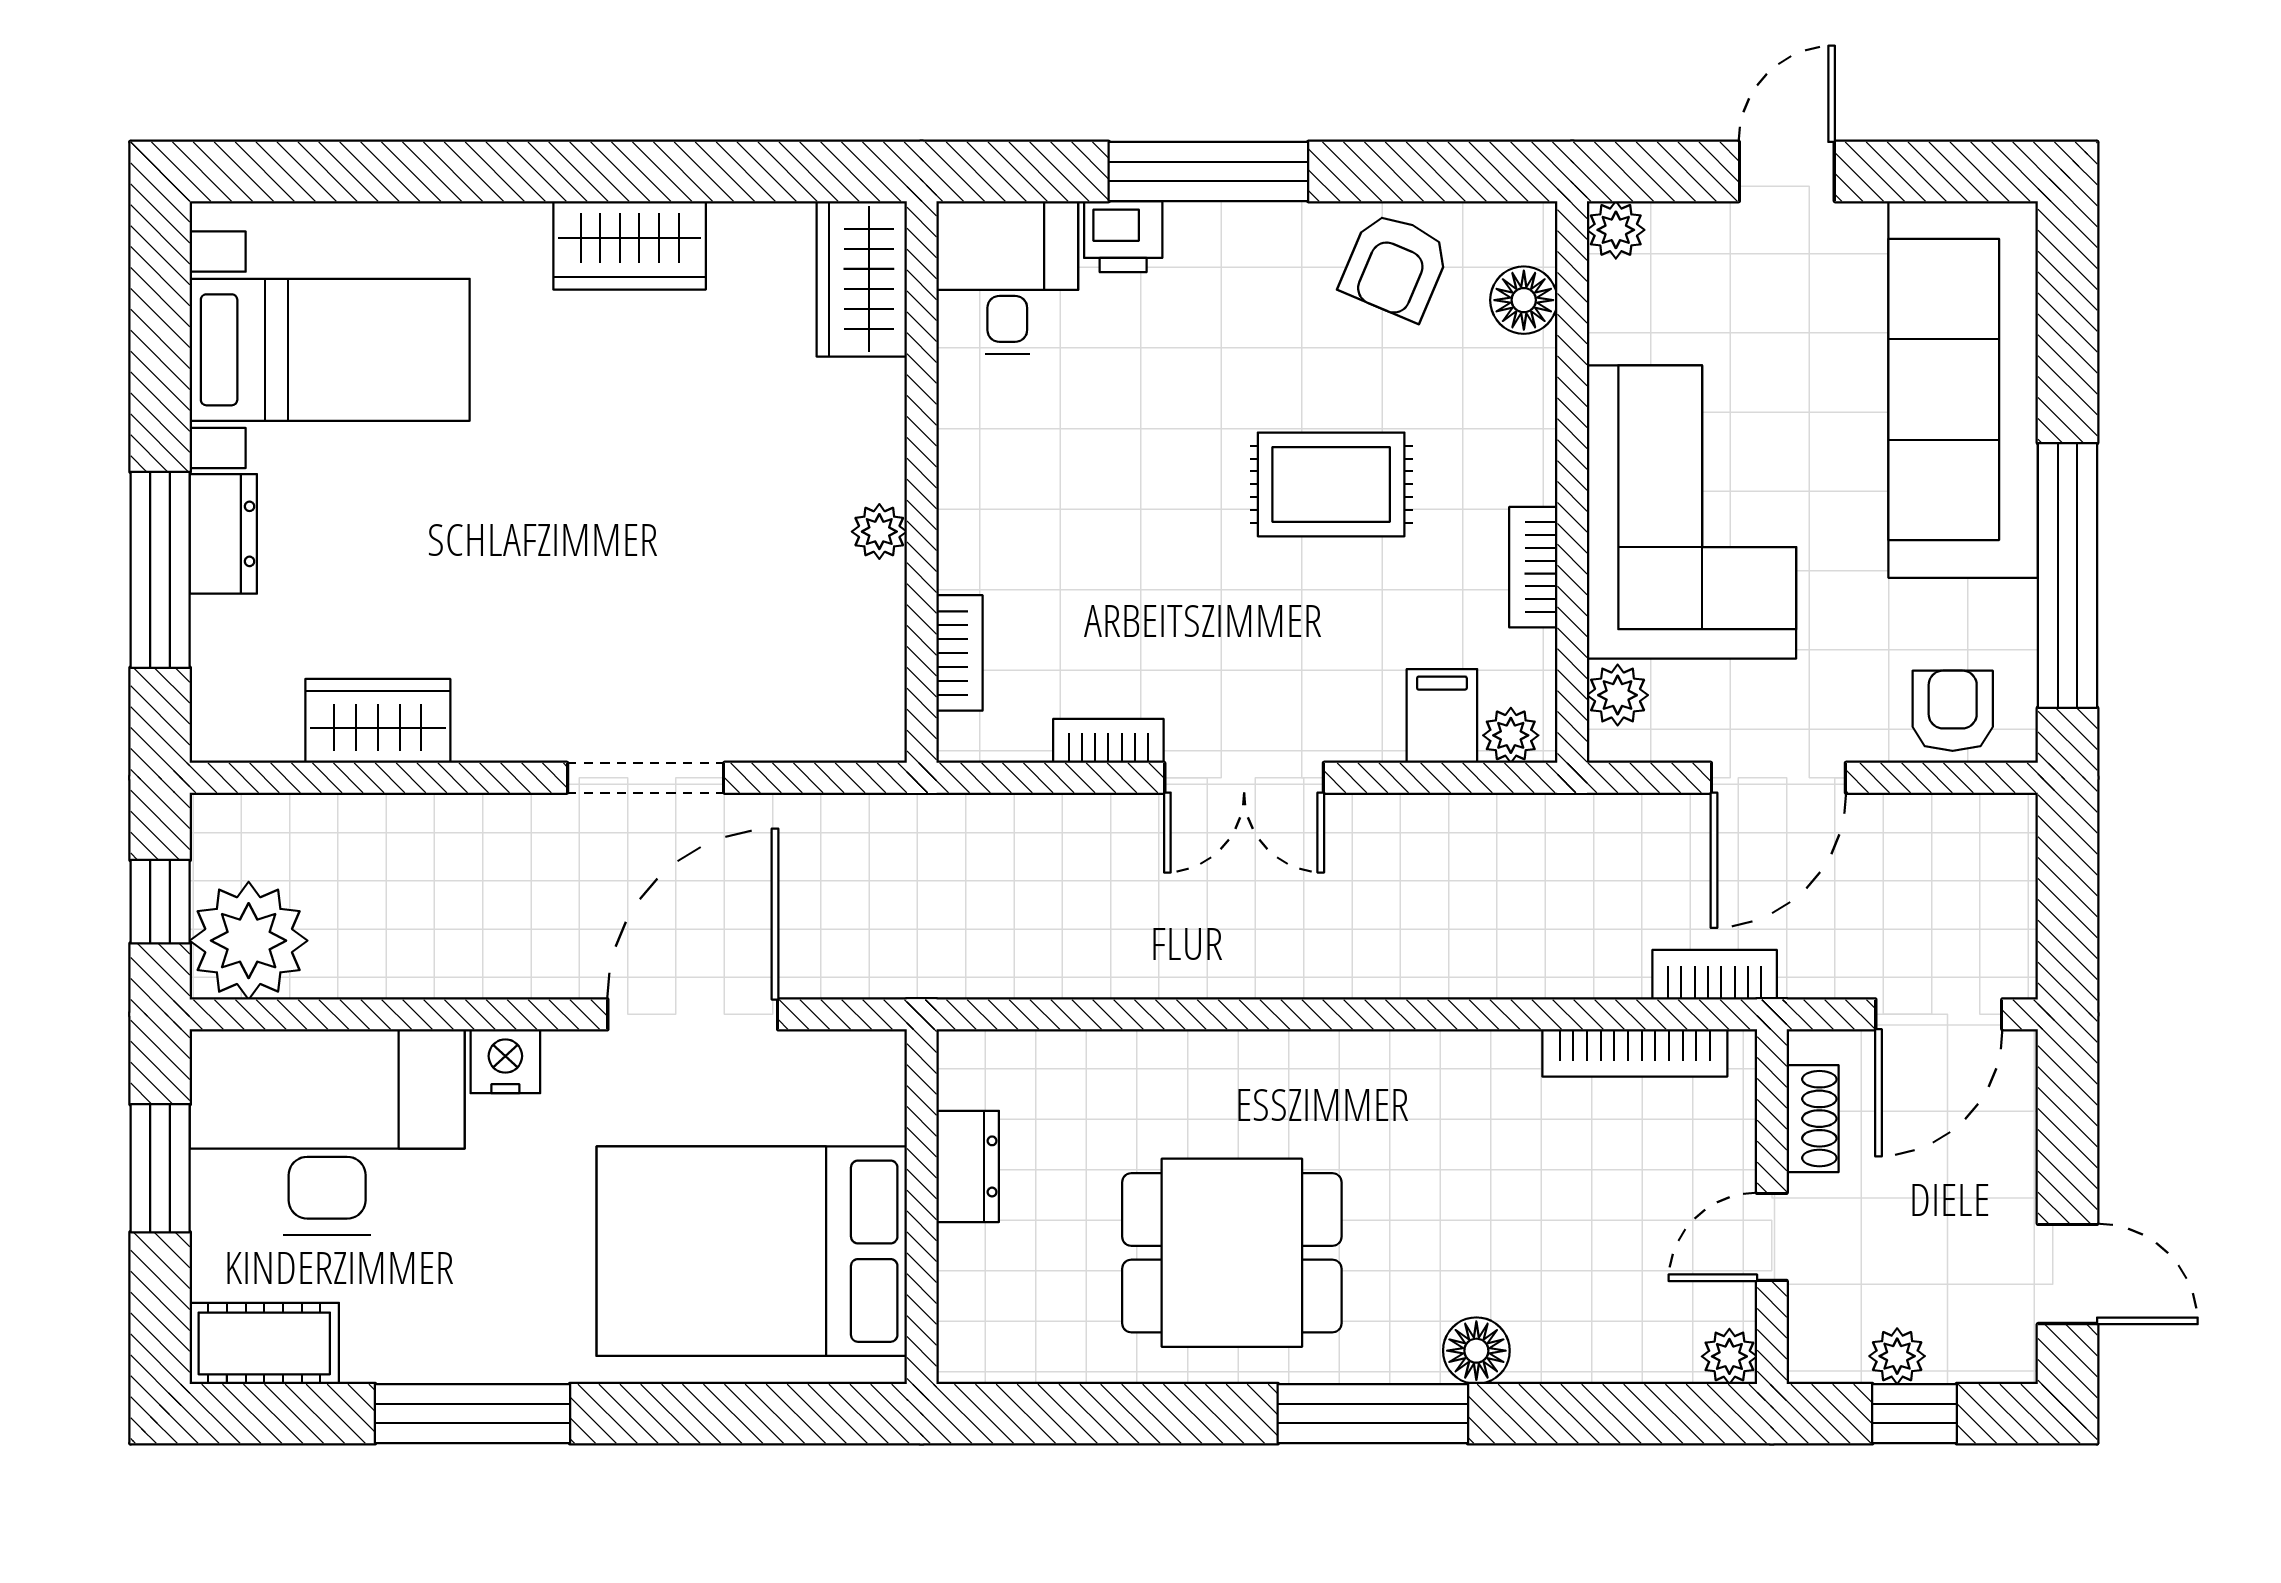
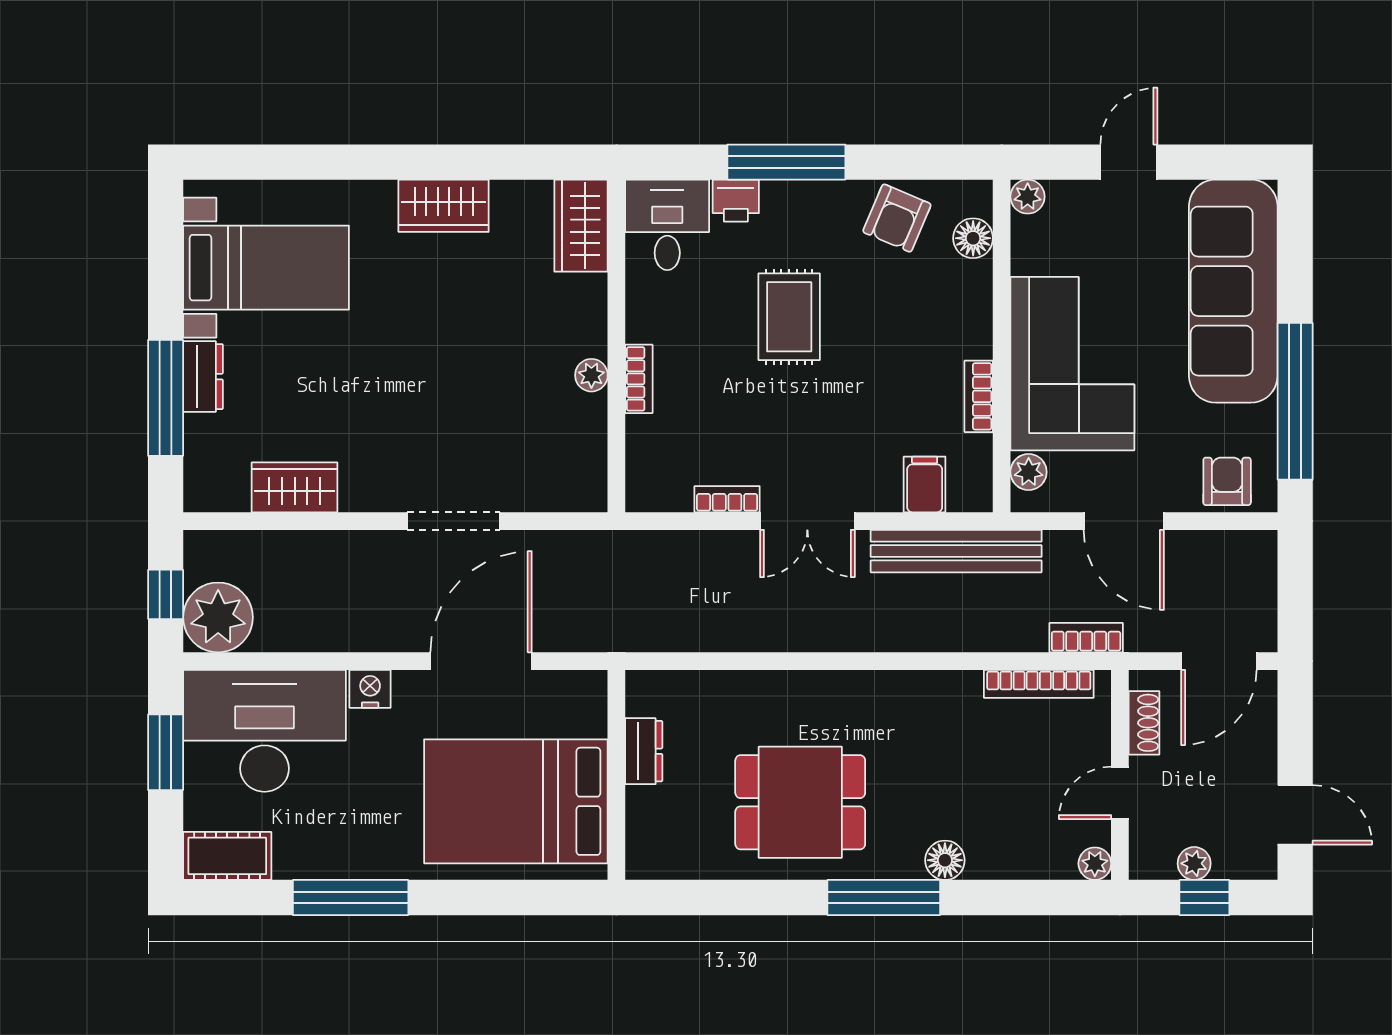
rug: (1331, 484) -> (789, 317), moved, turned 90
bookcase: (959, 653) -> (639, 379), moved
plant: (1511, 735) -> (965, 496), removed
door: (1778, 778) -> (1124, 521), hinge flipped
bench: (1495, 828) -> (956, 551), added

